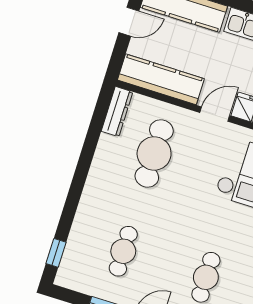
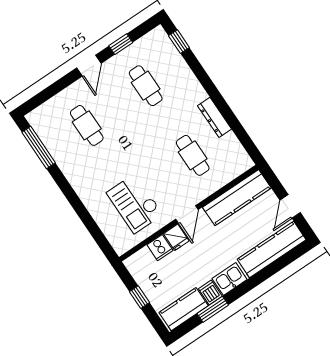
dresser: (117, 112) -> (214, 117), moved
cafe table: (154, 153) -> (193, 155), width x0.73, depth x0.74

